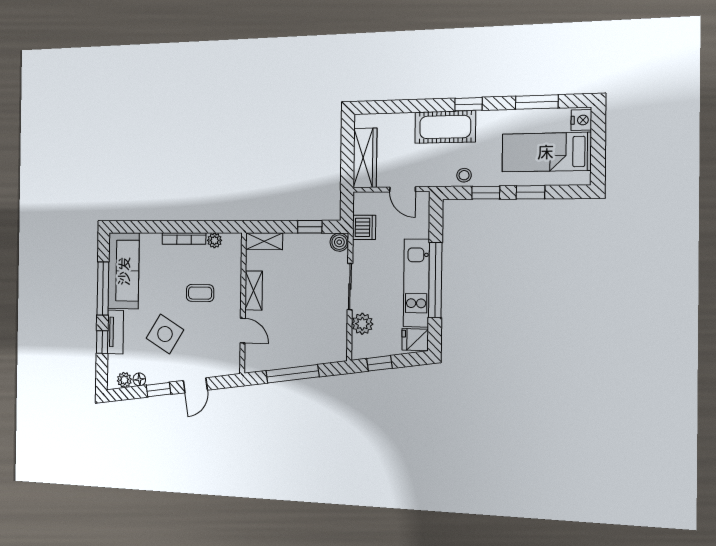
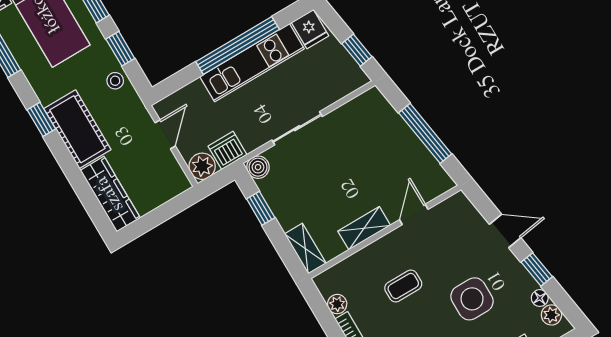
wardrobe: (365, 158) -> (110, 194), moved, turned 90
coffee table: (200, 293) -> (403, 286), turned 90
plant: (362, 324) -> (202, 166), moved
side table: (165, 334) -> (472, 299), turned -31

